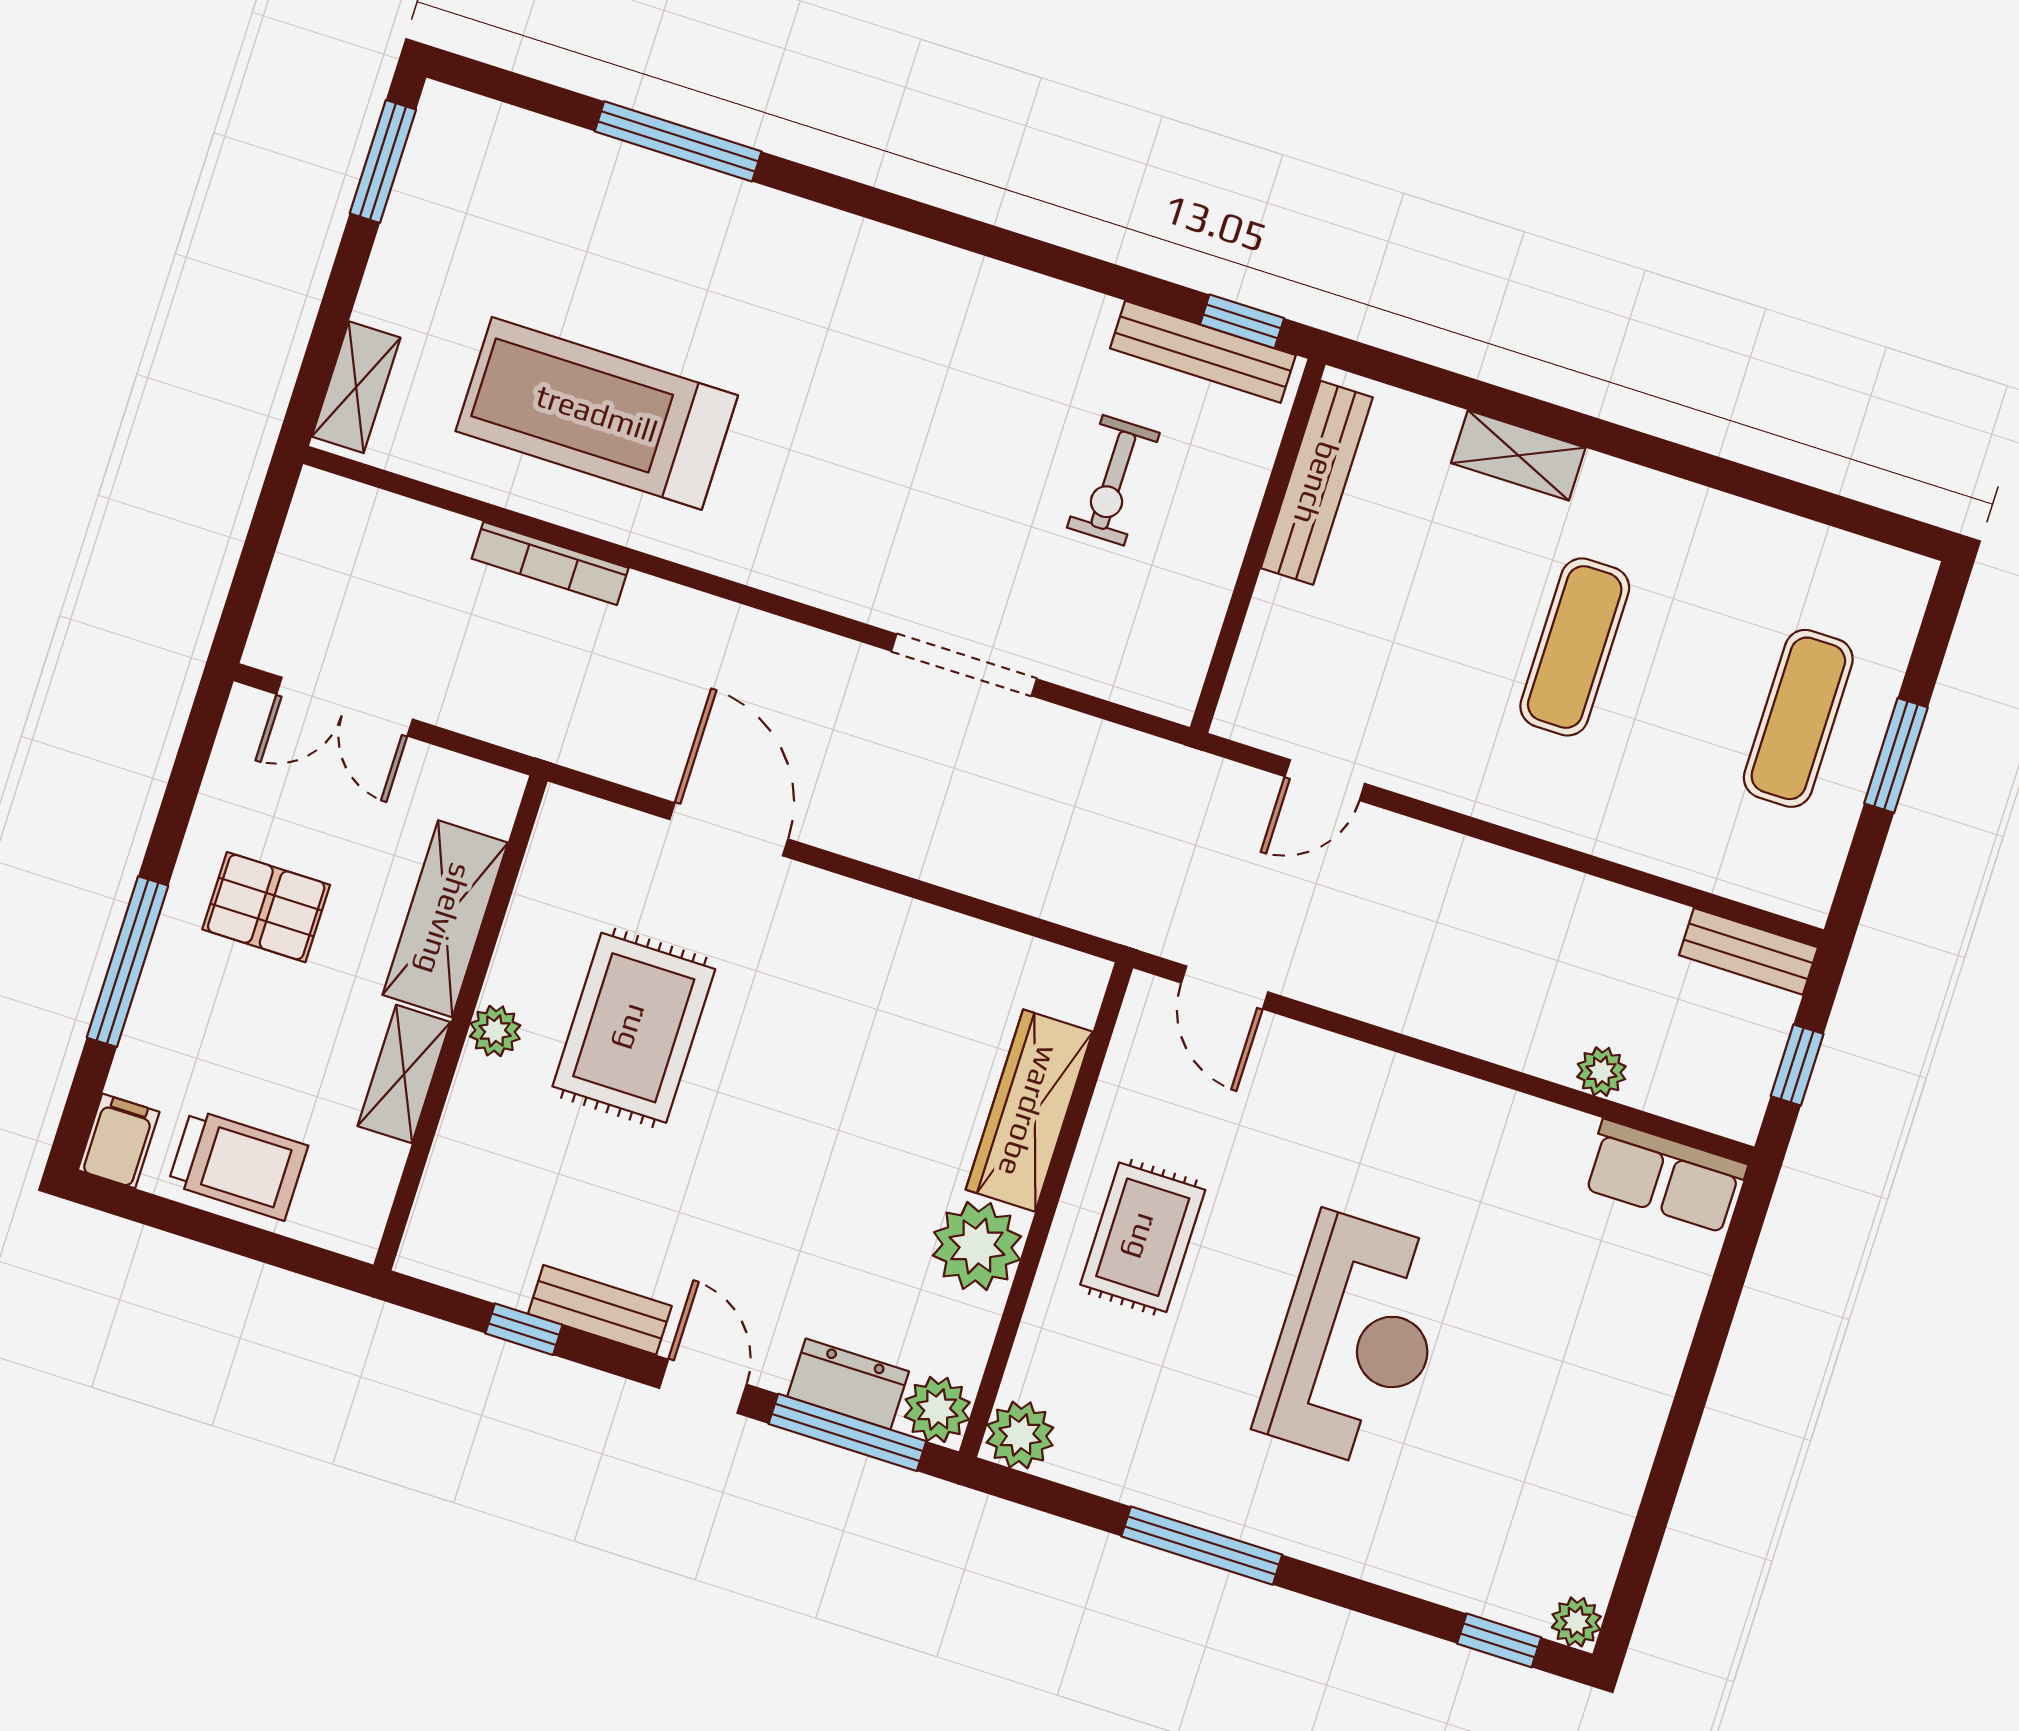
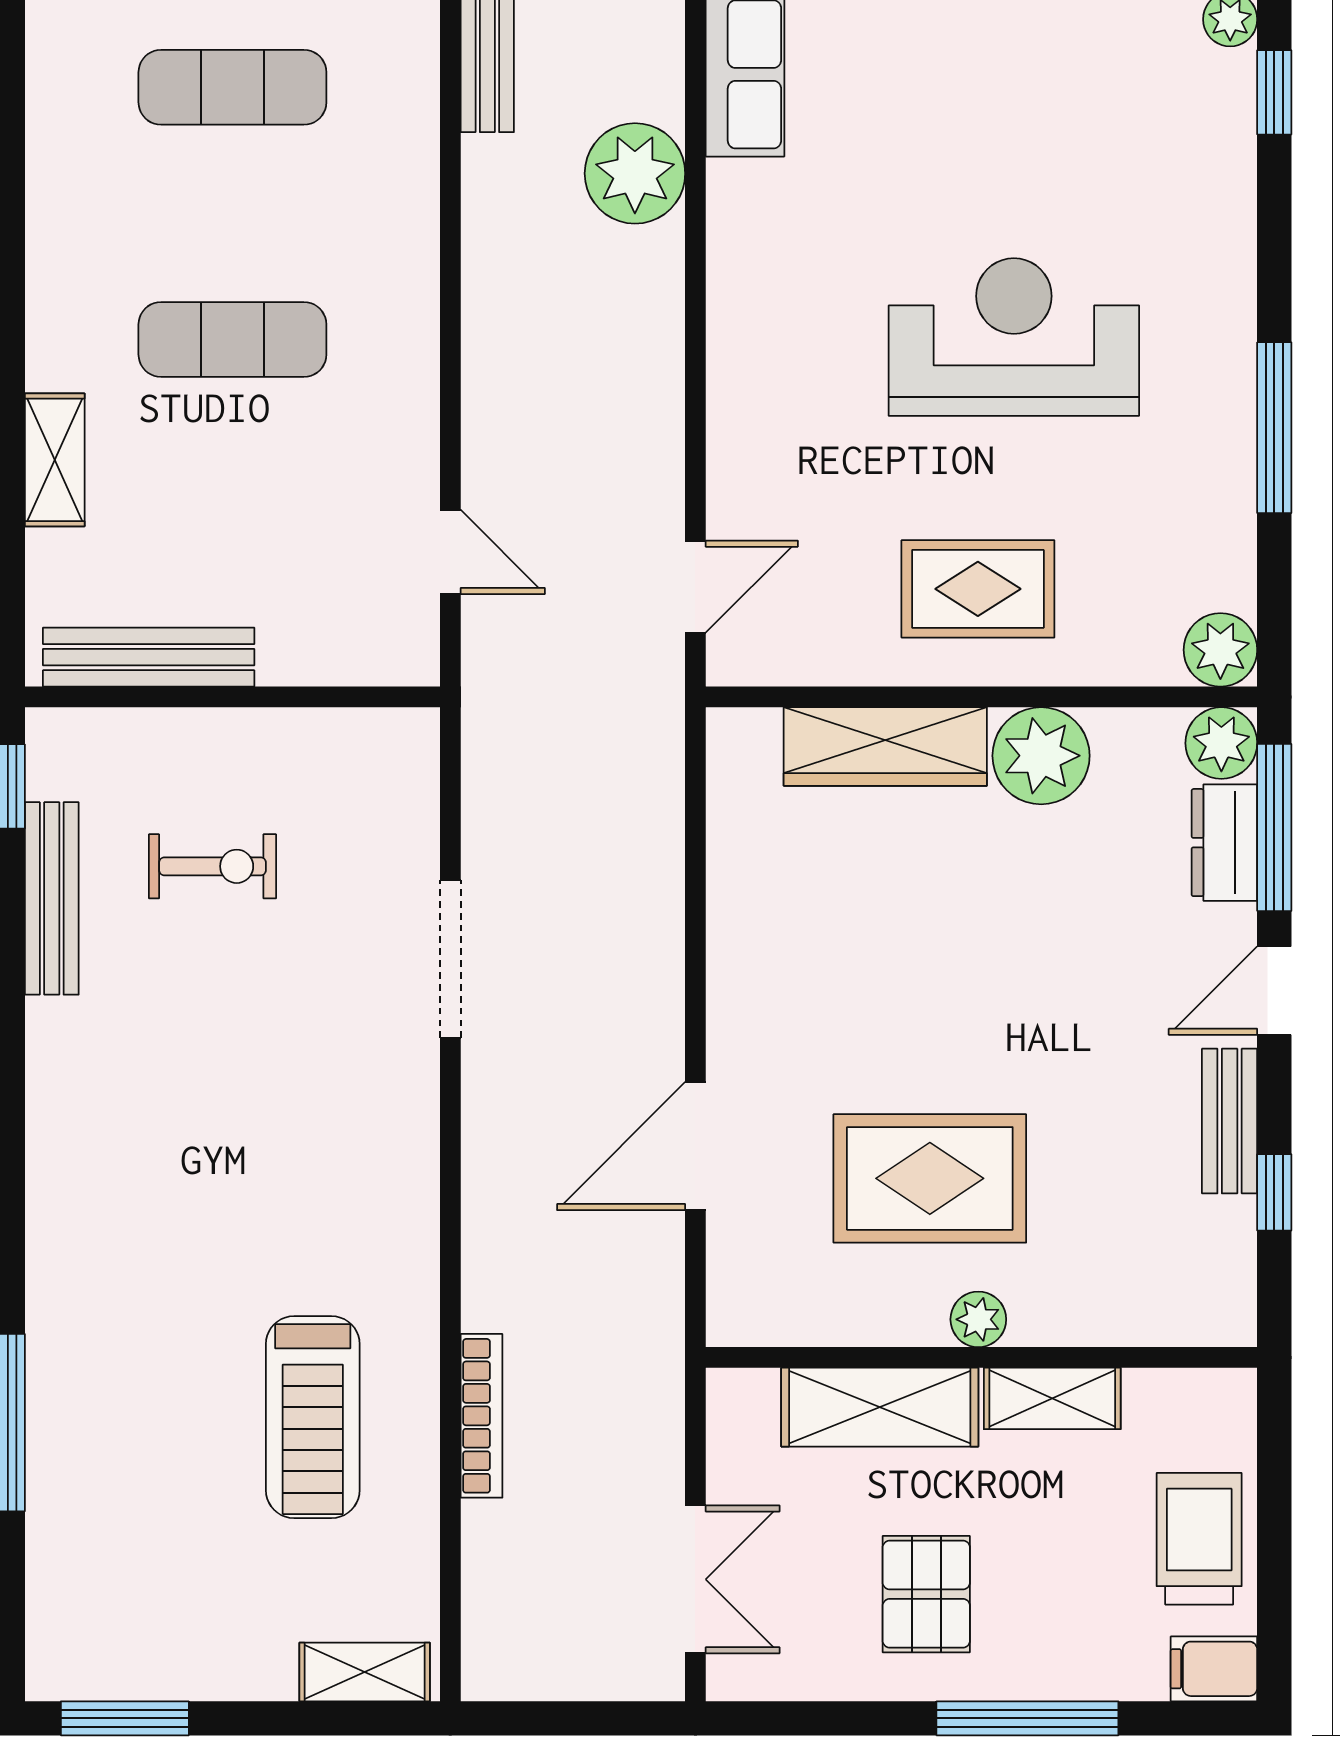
bench: (1203, 352) -> (52, 898), moved
treadmill: (597, 413) -> (313, 1417), width x0.73, depth x0.73
plant: (1601, 1072) -> (635, 173), width x1.88, depth x1.88

